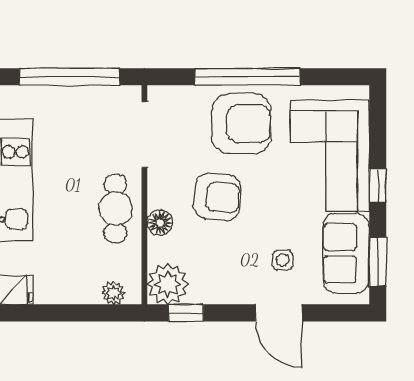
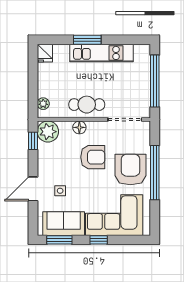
armchair: (241, 124) -> (130, 170), turned 180
armchair: (217, 197) -> (93, 157), turned -96

